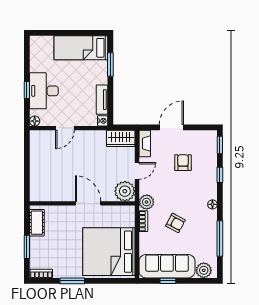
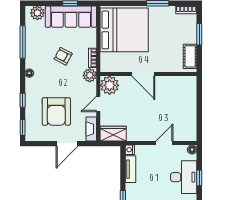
armchair: (183, 163) -> (56, 111), width x1.88, depth x1.88

